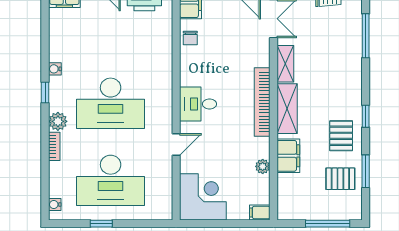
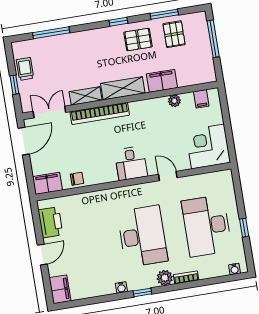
bookcase: (262, 102) -> (100, 113), moved
desk: (111, 180) -> (207, 226), turned 180
filing cabinet: (260, 213) -> (201, 99), moved

